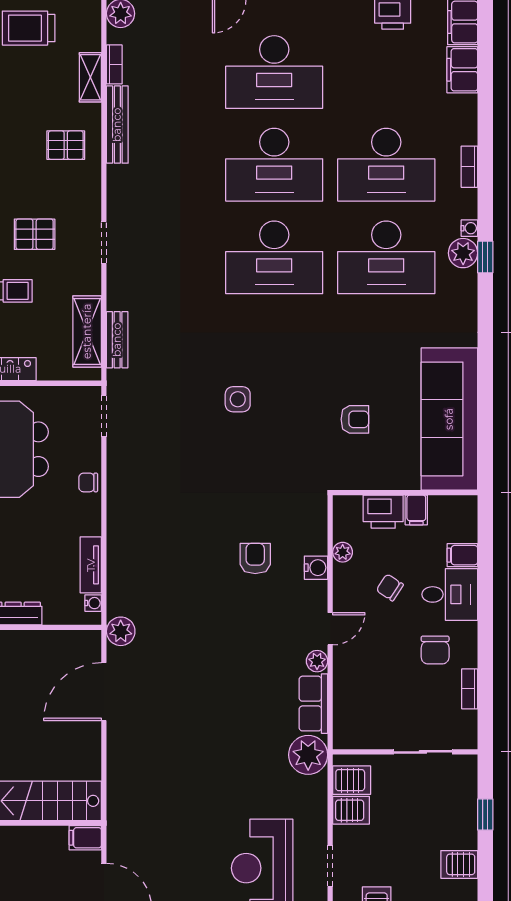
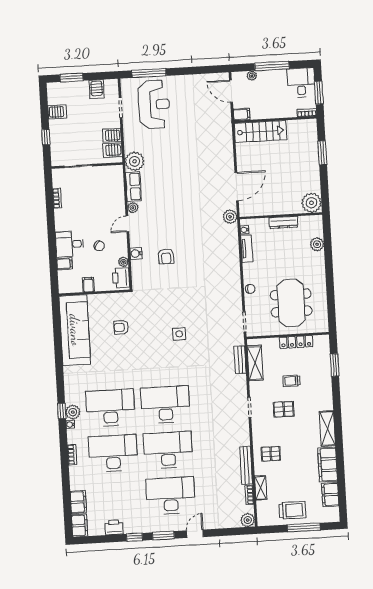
printer: (383, 512) -> (121, 278), moved, turned -90
chair: (435, 650) -> (75, 216), removed

